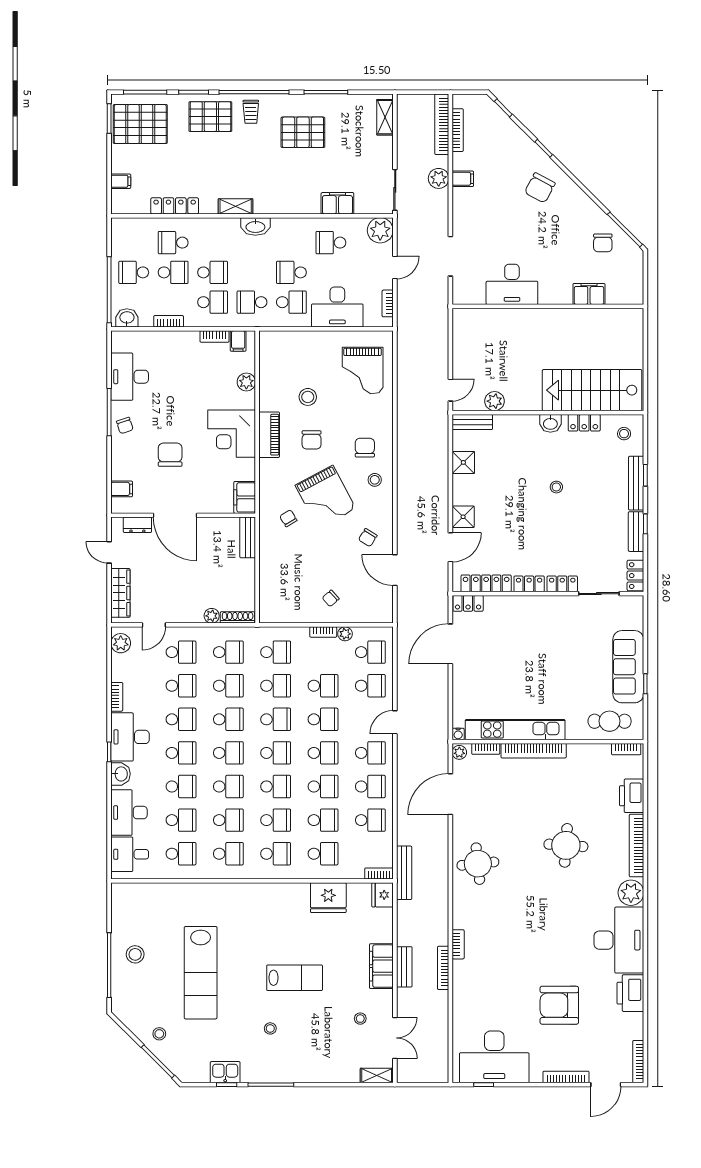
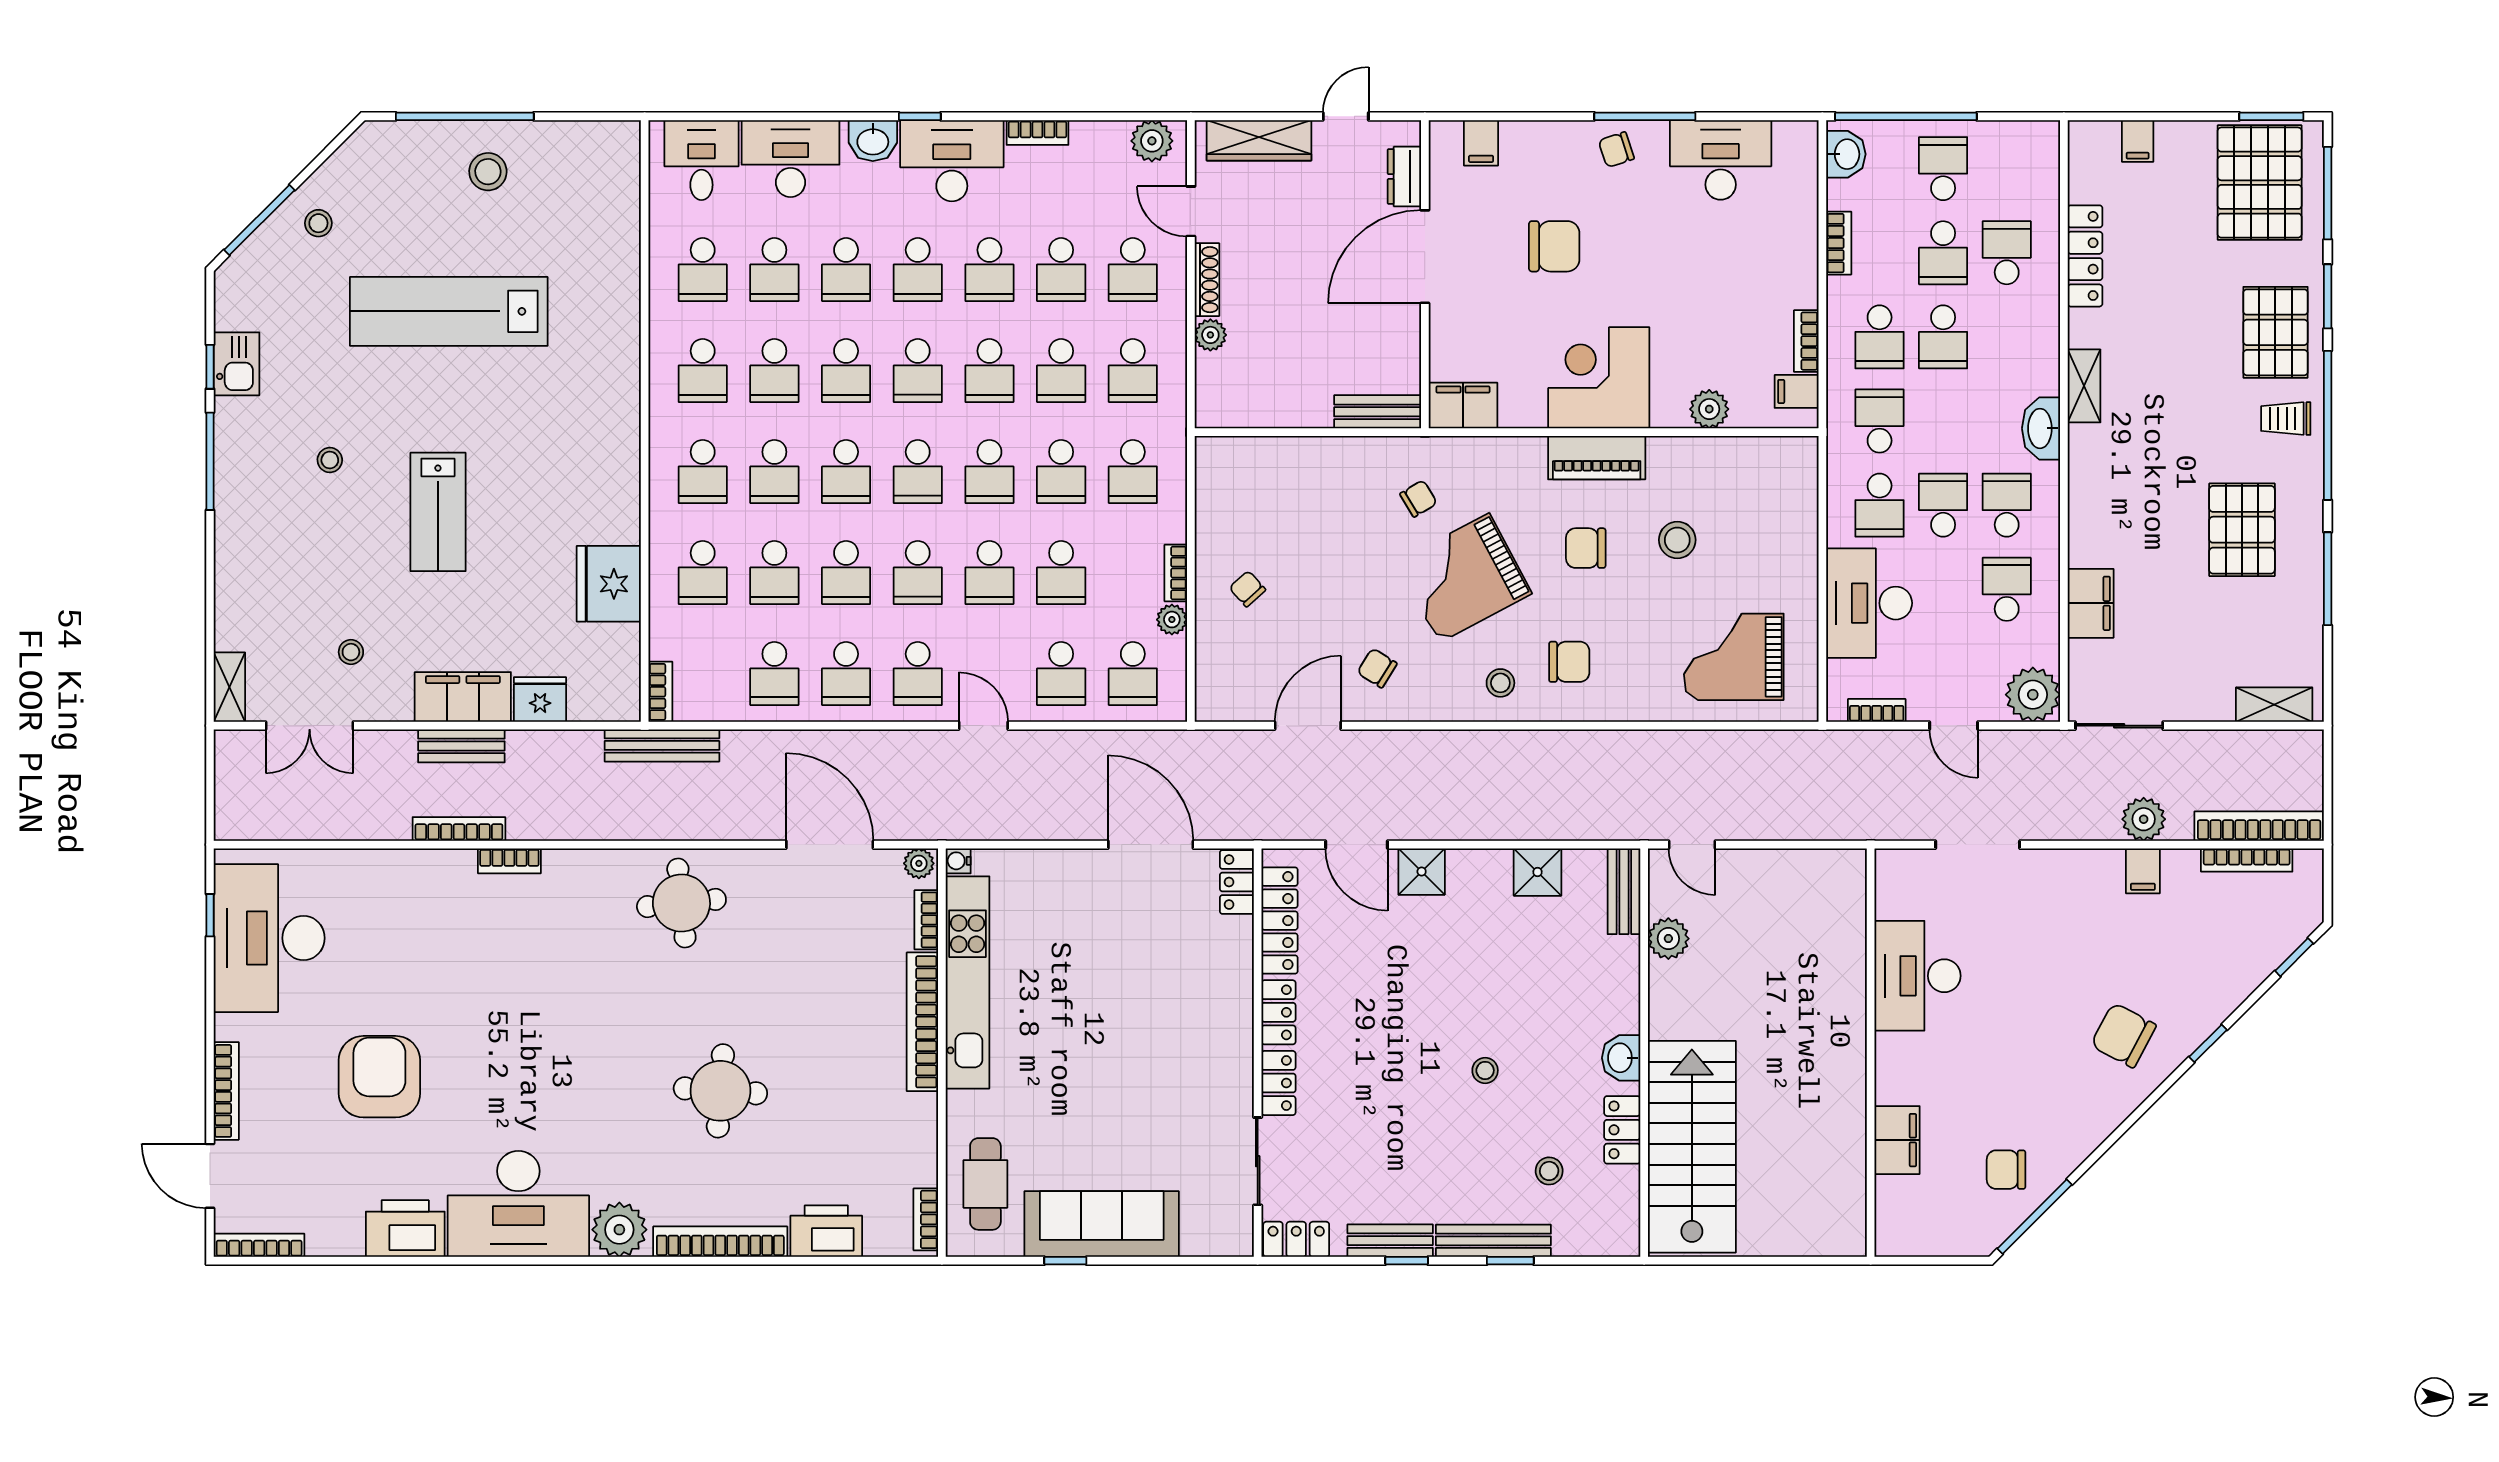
school desk: (291, 243) -> (2007, 505), added
stool: (624, 434) -> (1549, 1171), moved
shoe rack: (238, 617) -> (1207, 280), moved
fridge: (382, 895) -> (540, 699), moved

